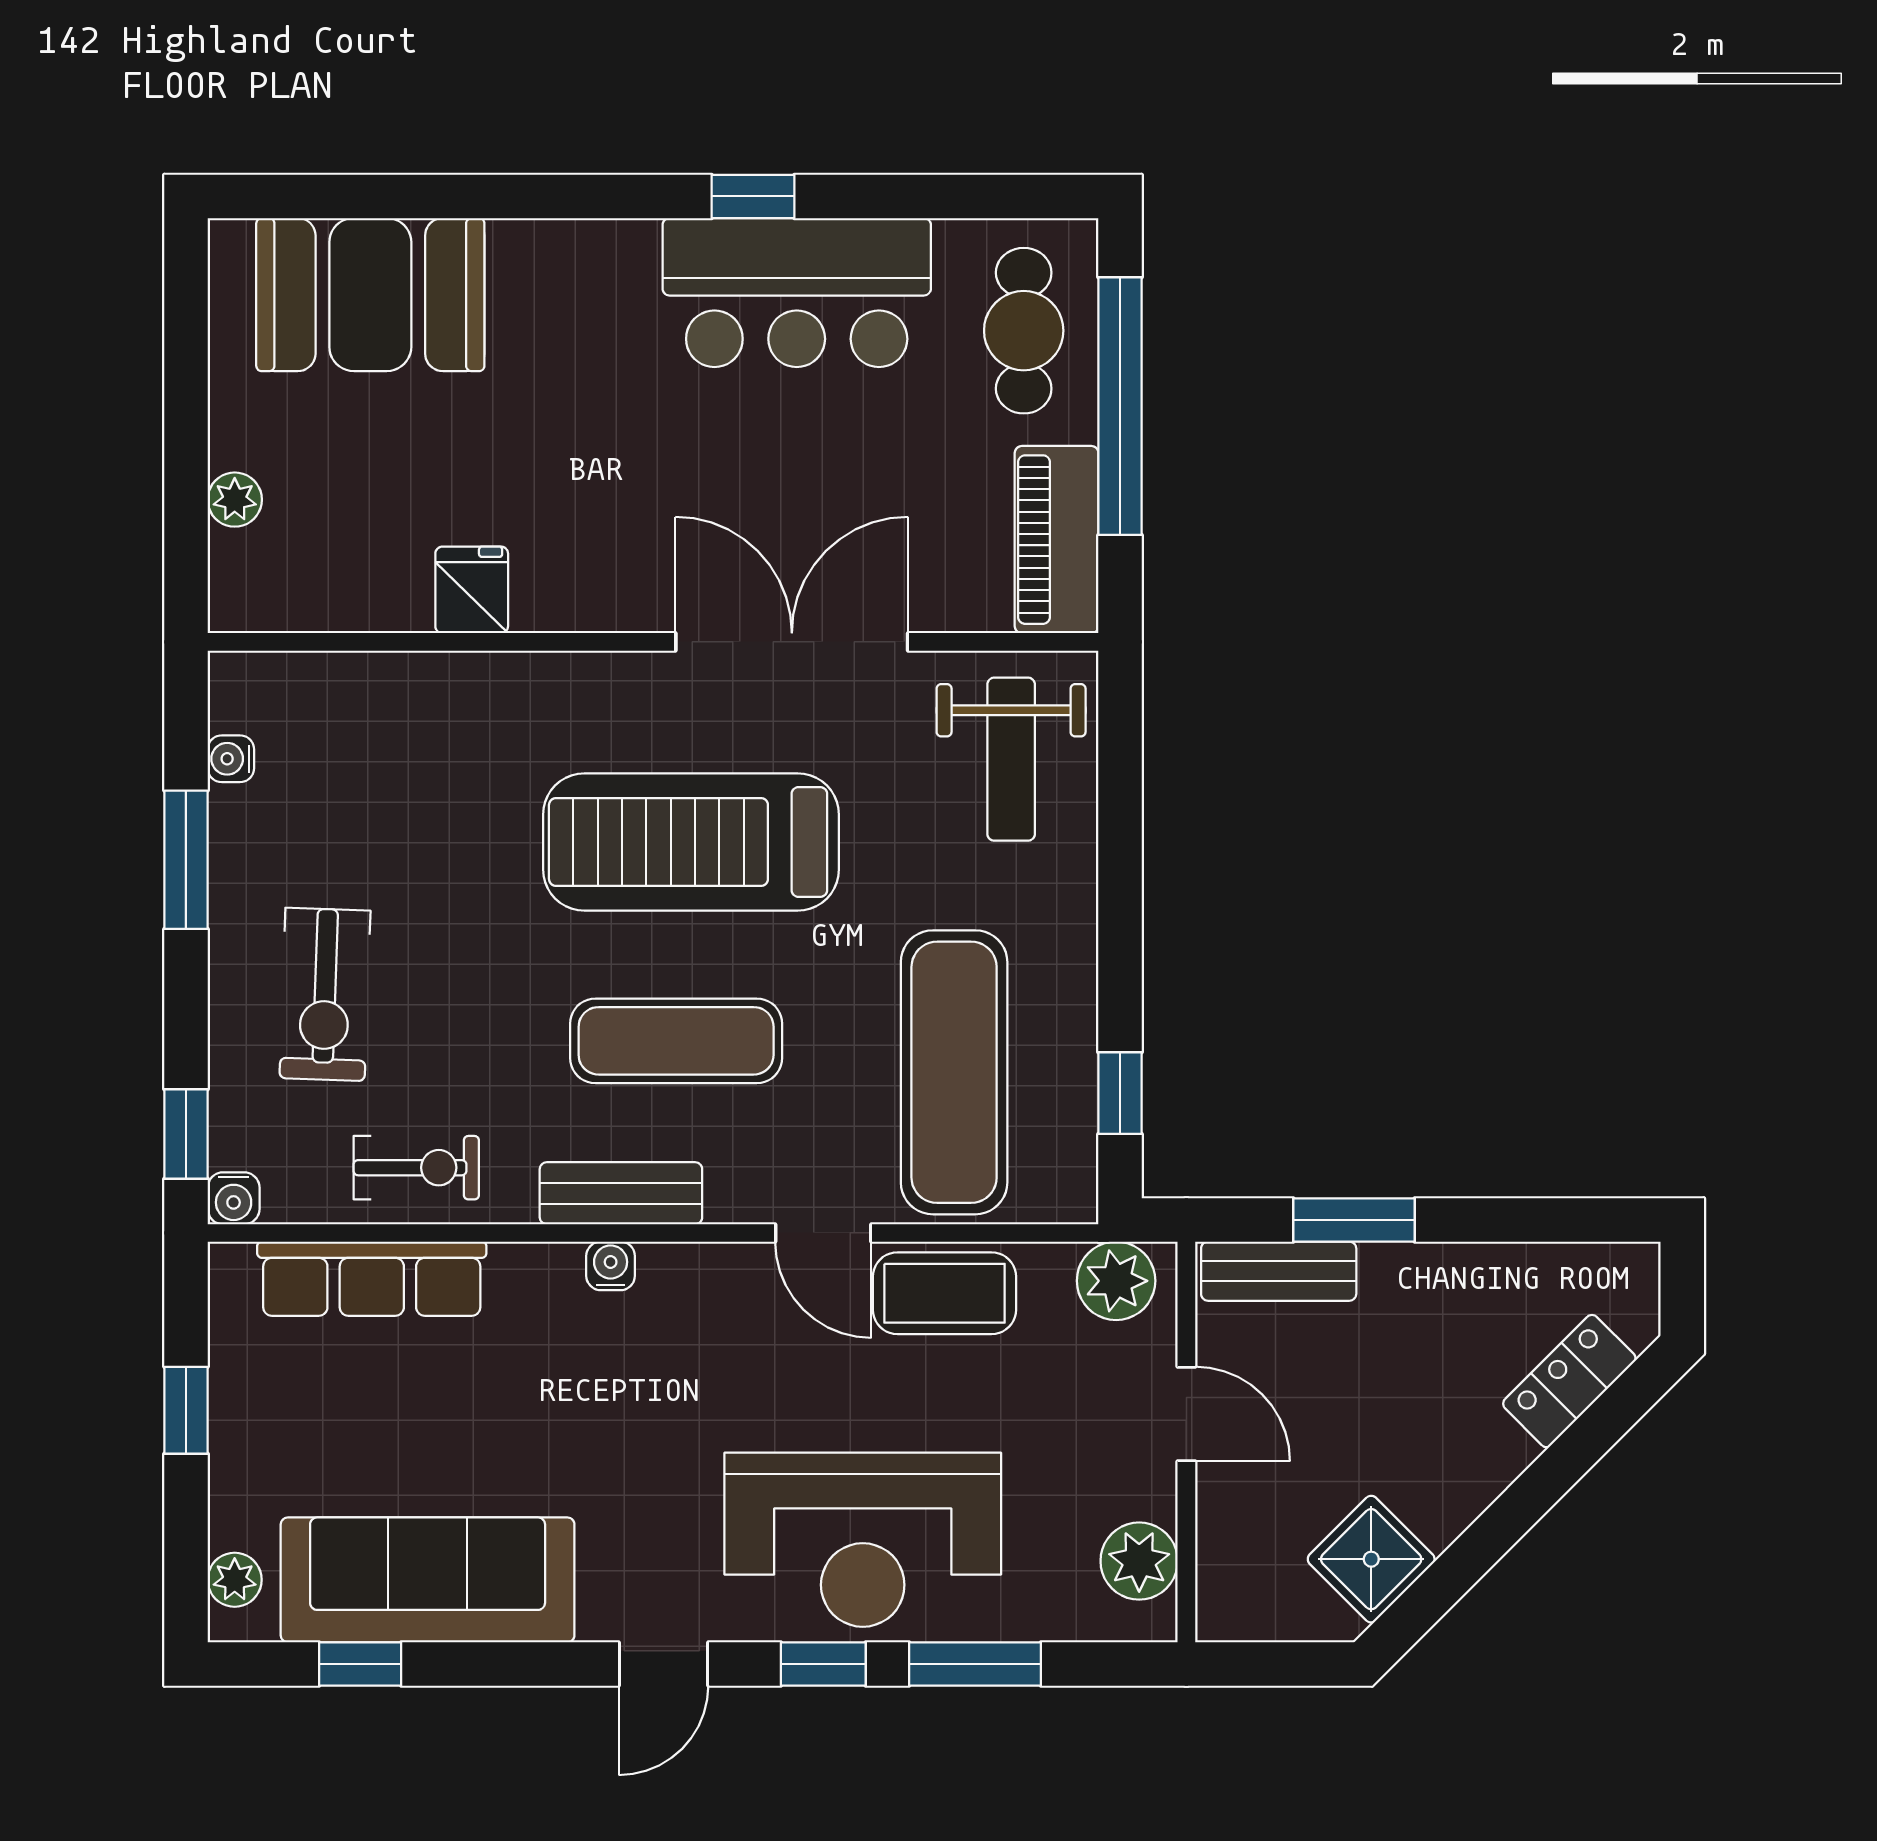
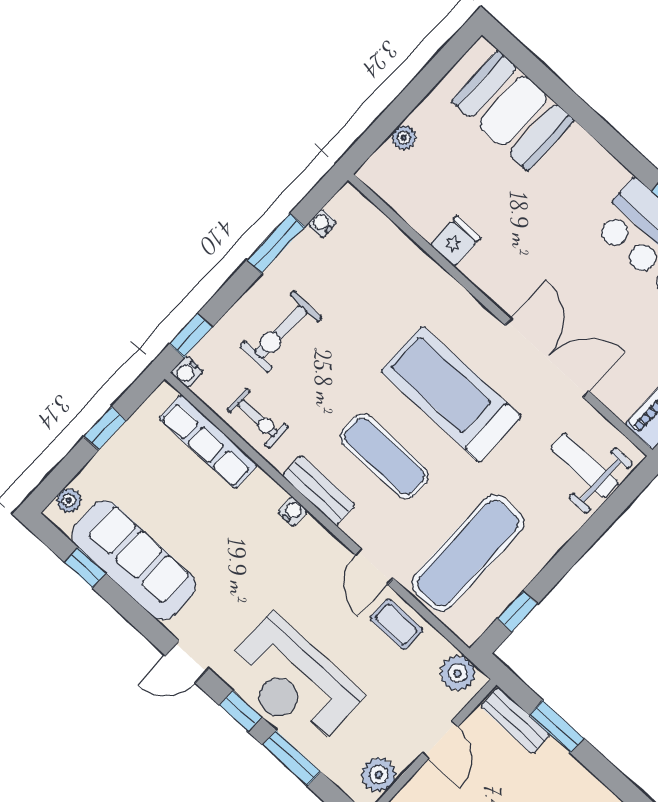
weight bench: (1011, 759) -> (584, 465), turned 90
coffee table: (944, 1293) -> (396, 624), width x0.73, depth x0.77

